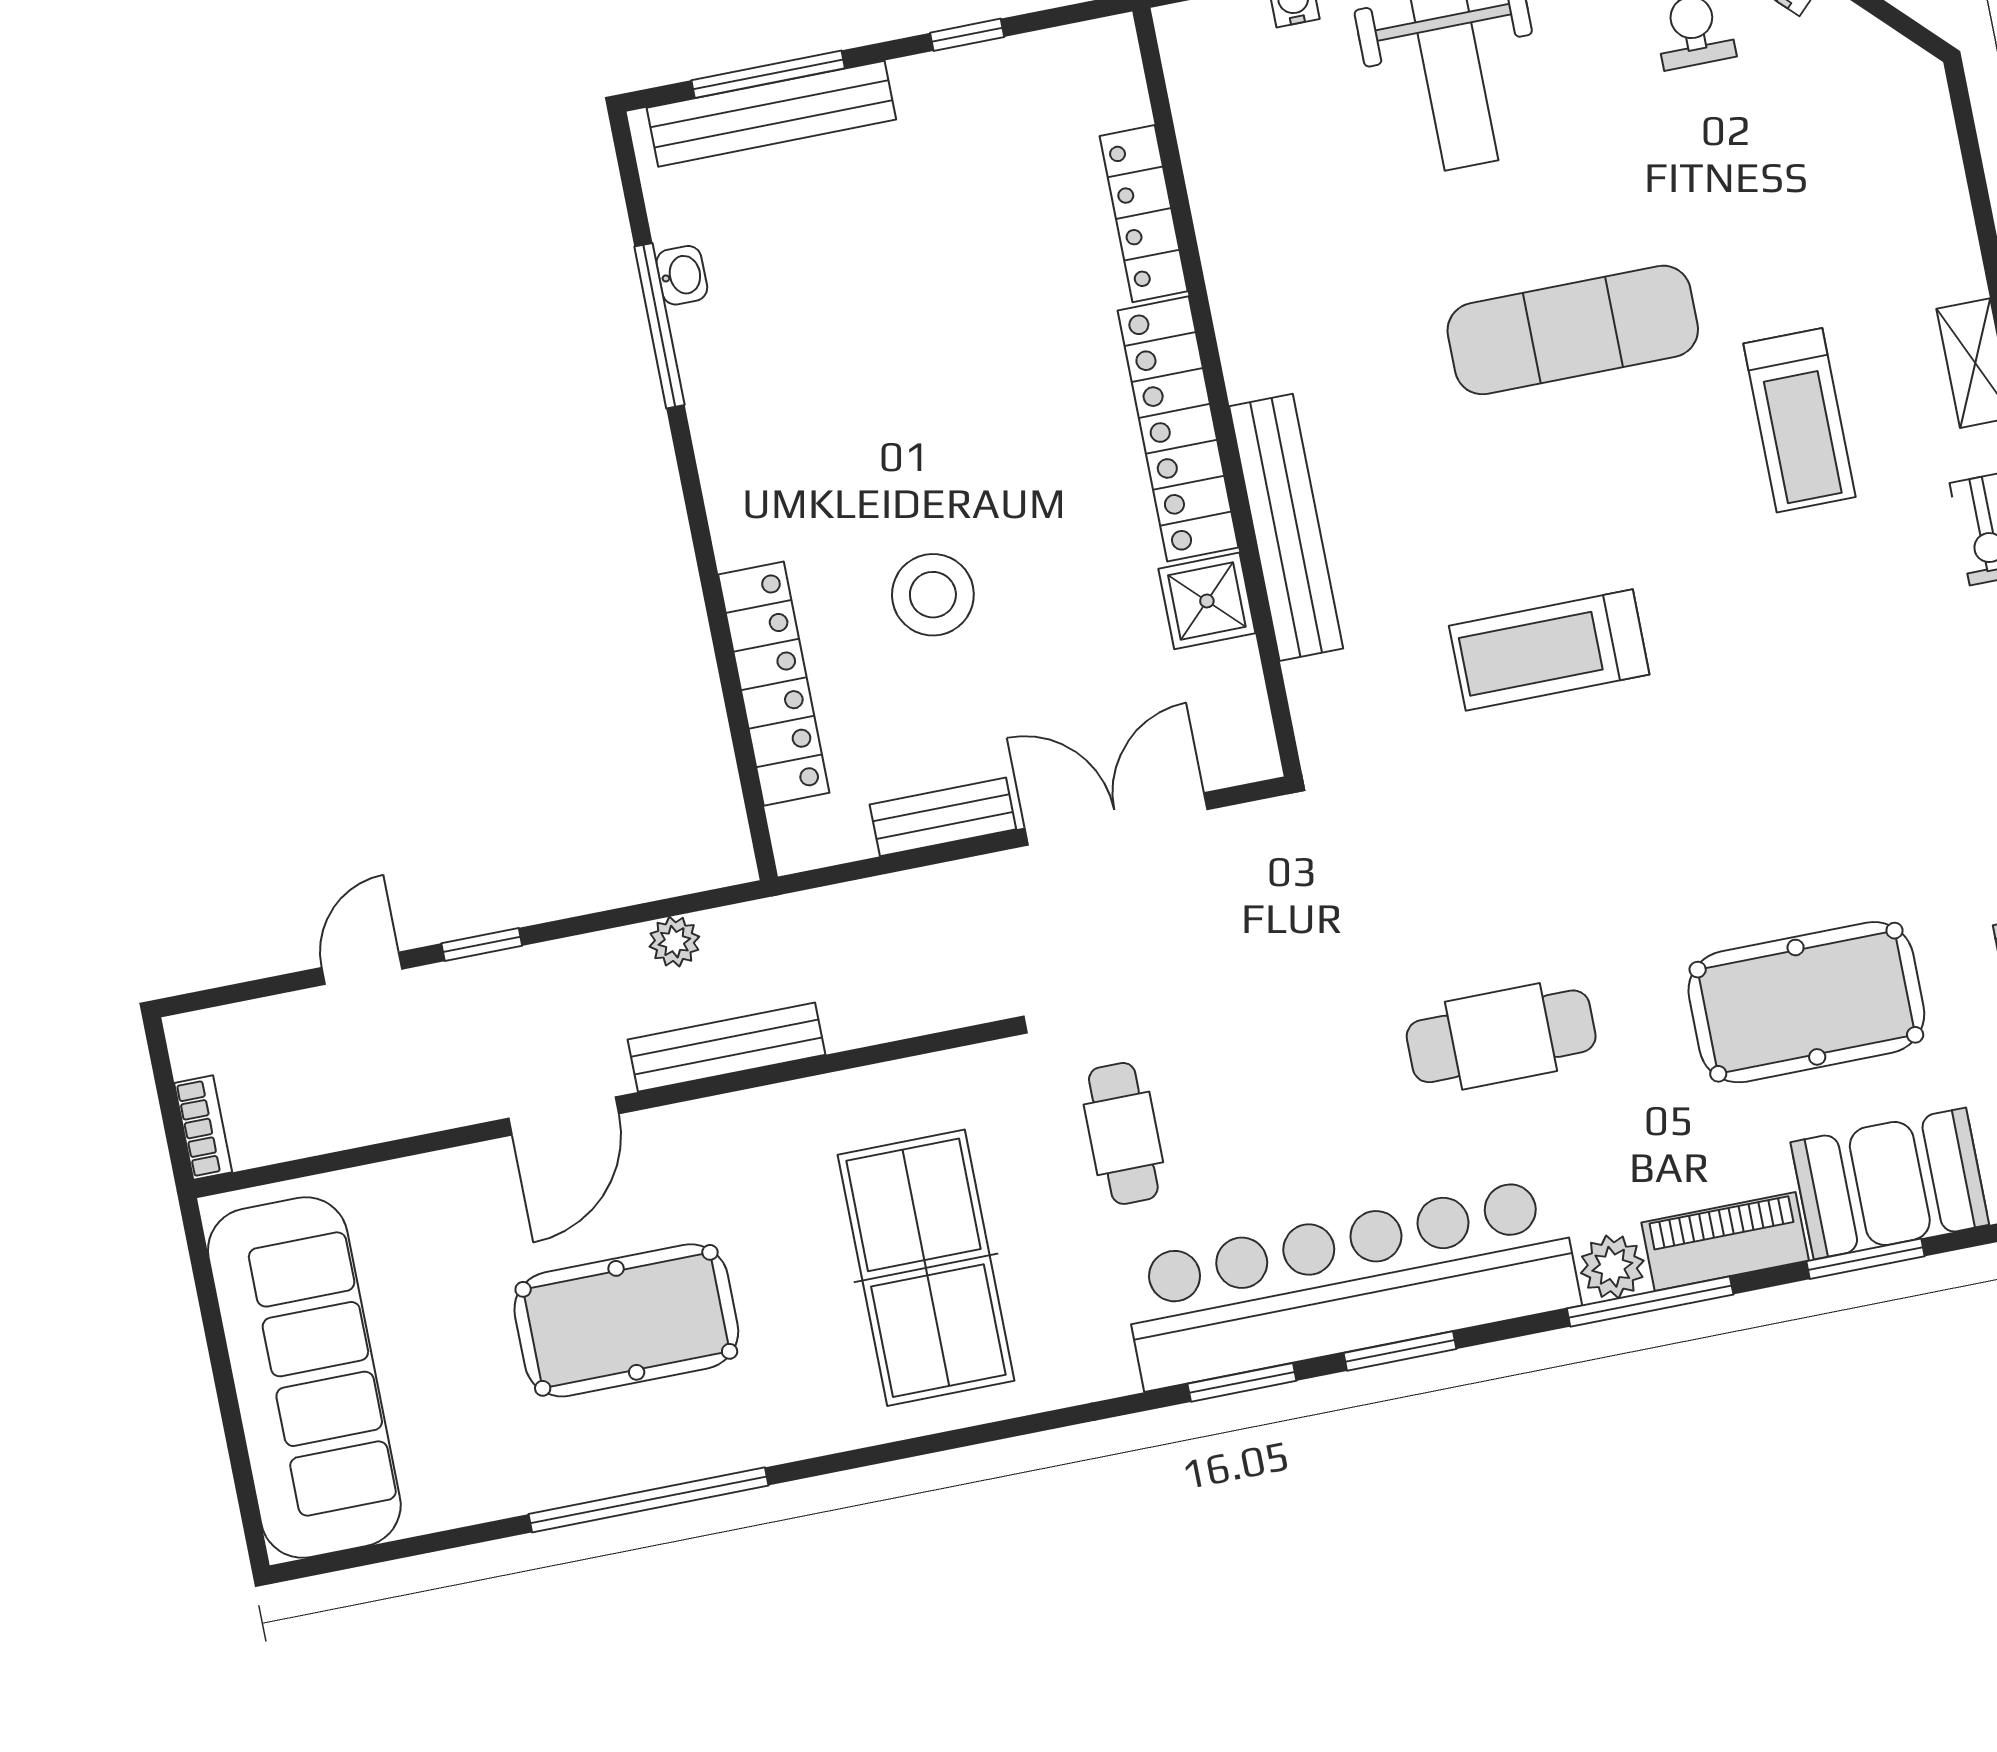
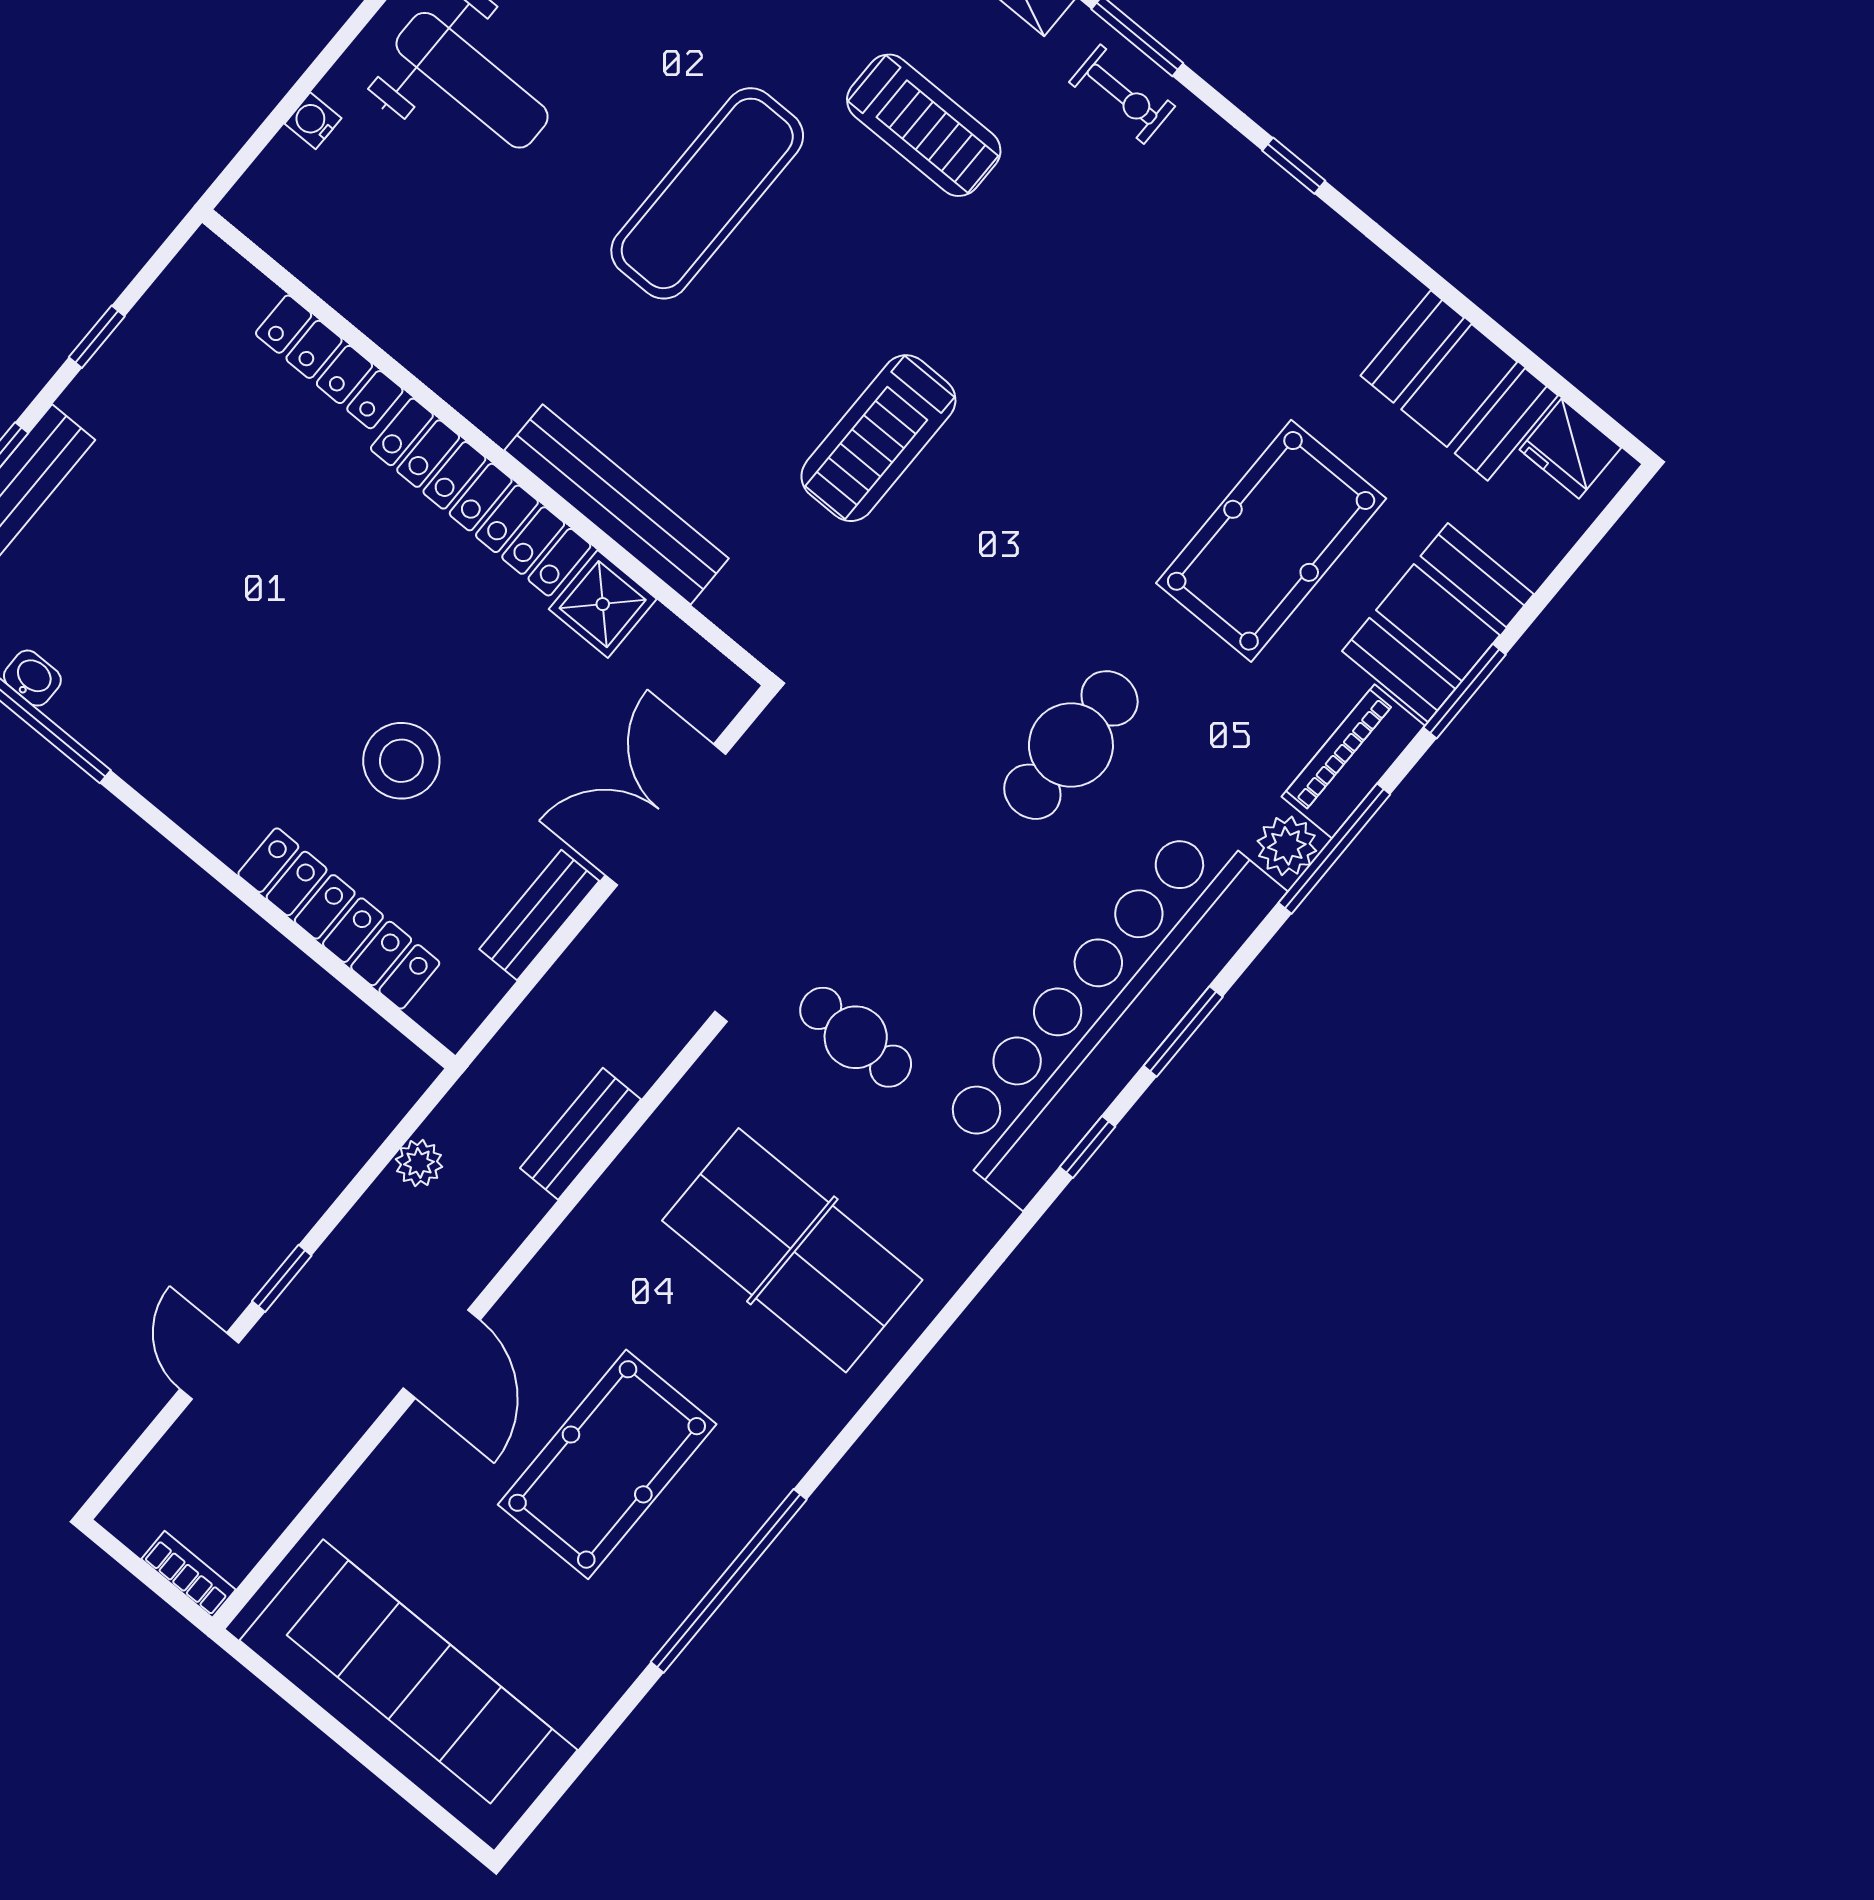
bench: (727, 1047) -> (581, 1134), moved, width x0.73
window: (1242, 1382) -> (1088, 1147), width x0.67

